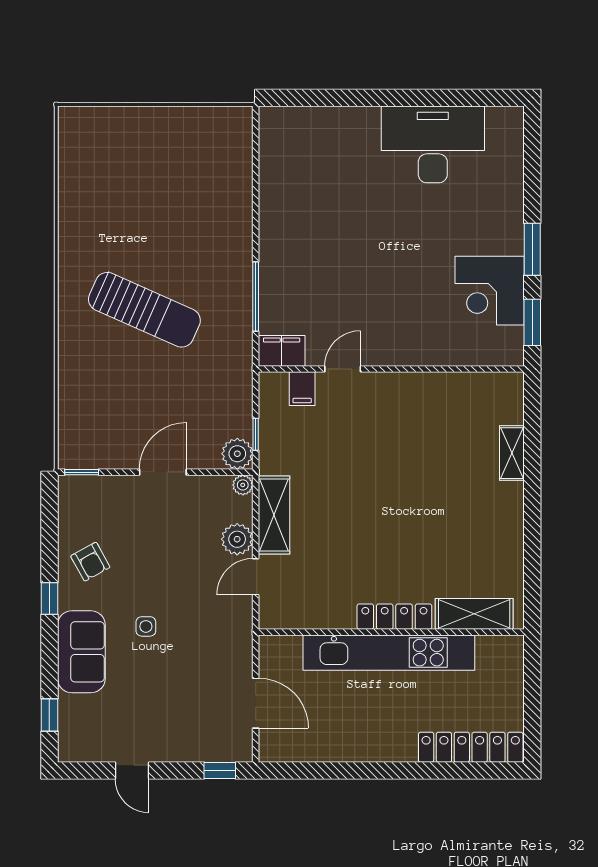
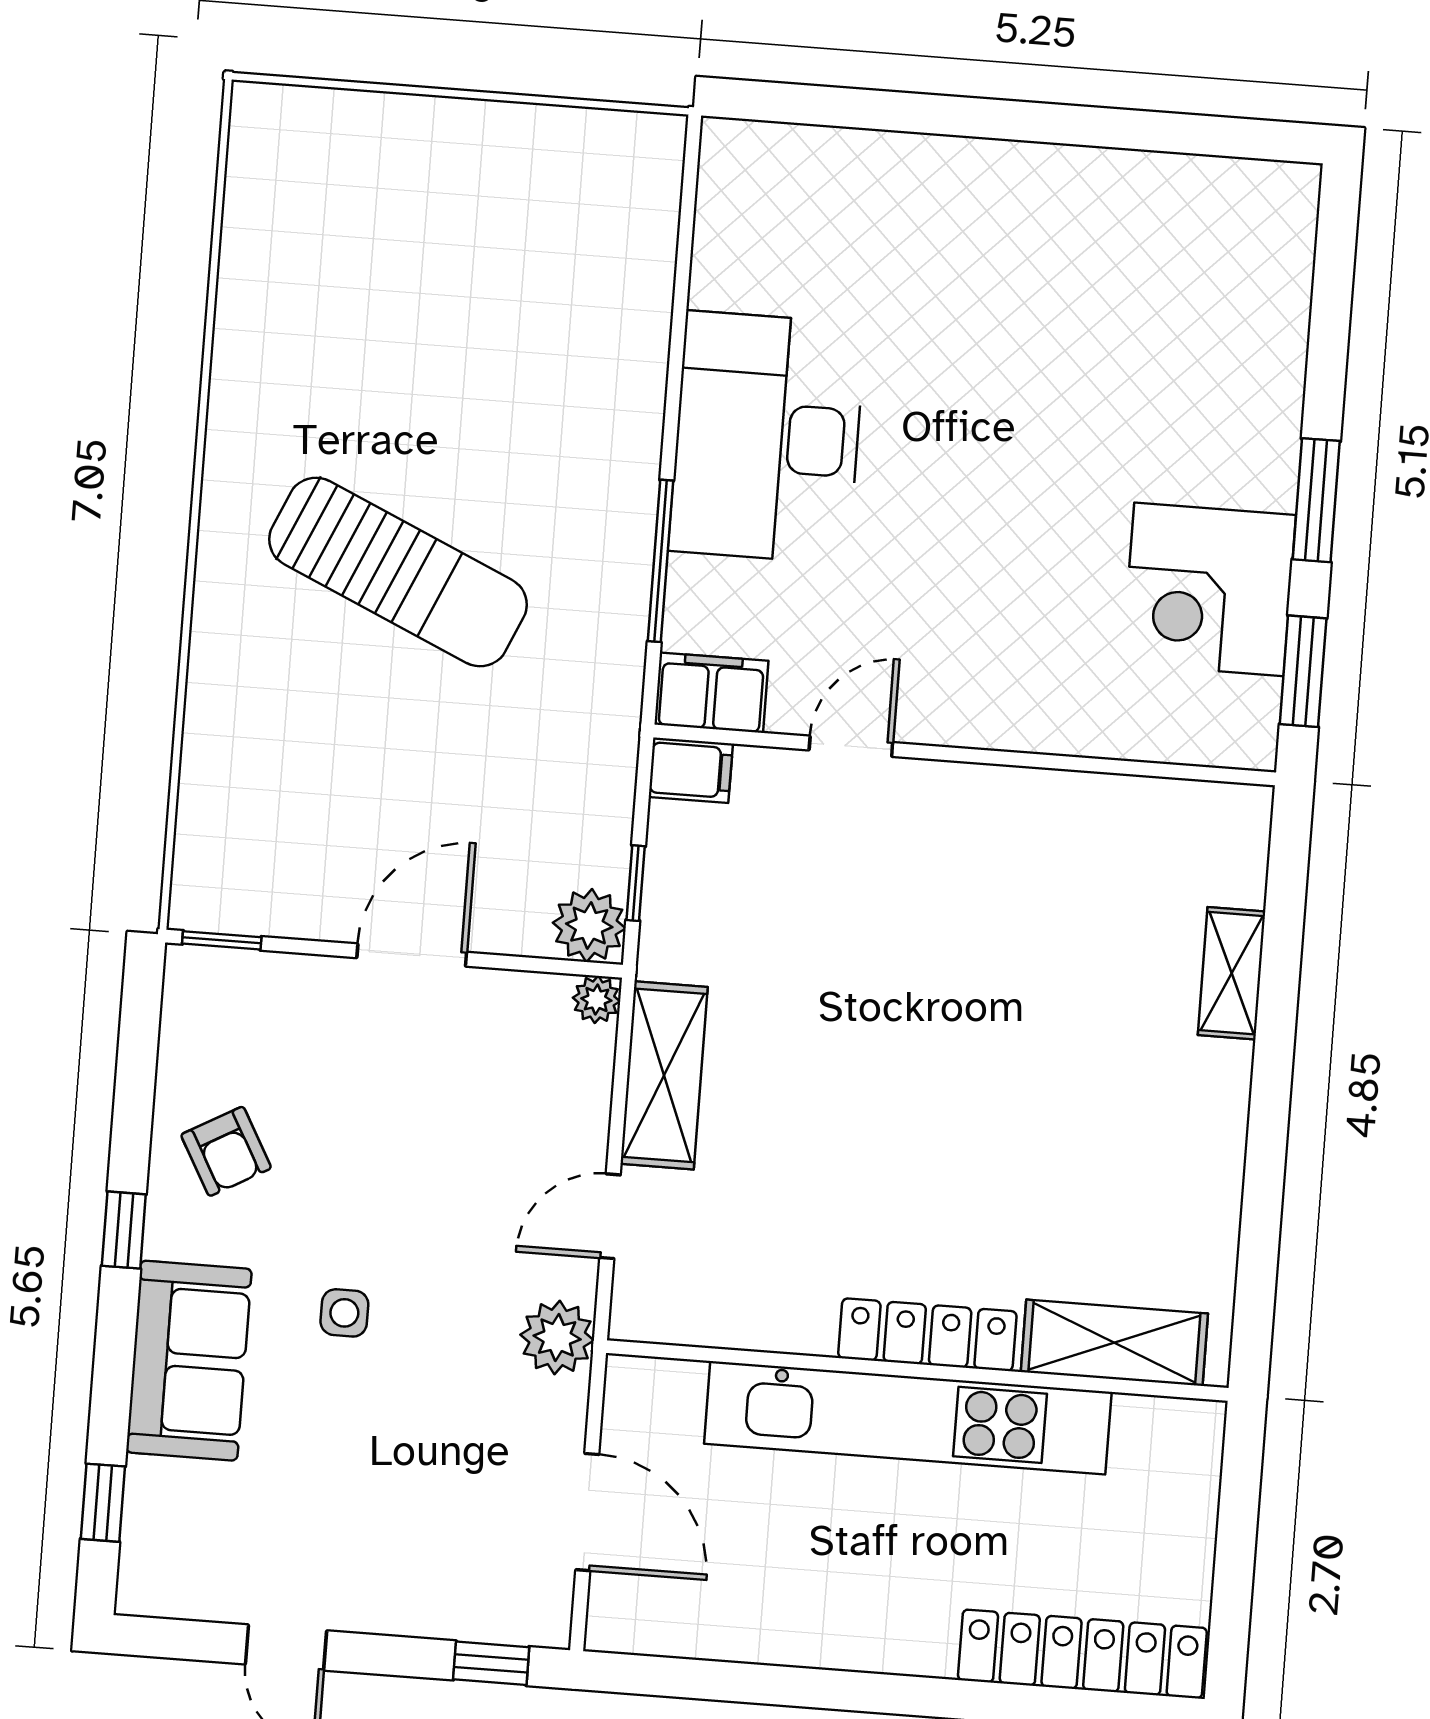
desk: (433, 144) -> (767, 437), moved, turned -90
filing cabinet: (302, 389) -> (691, 770), moved, turned -90
plant: (237, 539) -> (557, 1338), moved

